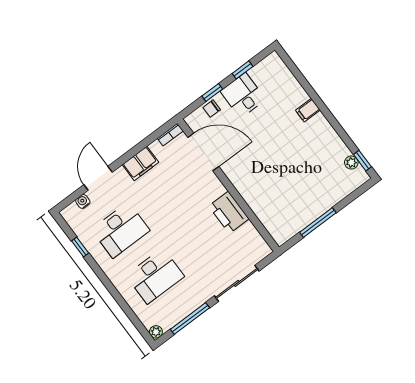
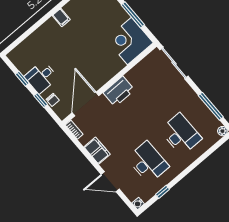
filing cabinet: (308, 110) -> (61, 18), moved
water cooler: (83, 201) -> (138, 203), moved
printer: (229, 212) -> (119, 91), moved
corner desk: (284, 216) -> (130, 41), added
sliding door: (237, 283) -> (174, 63), moved

